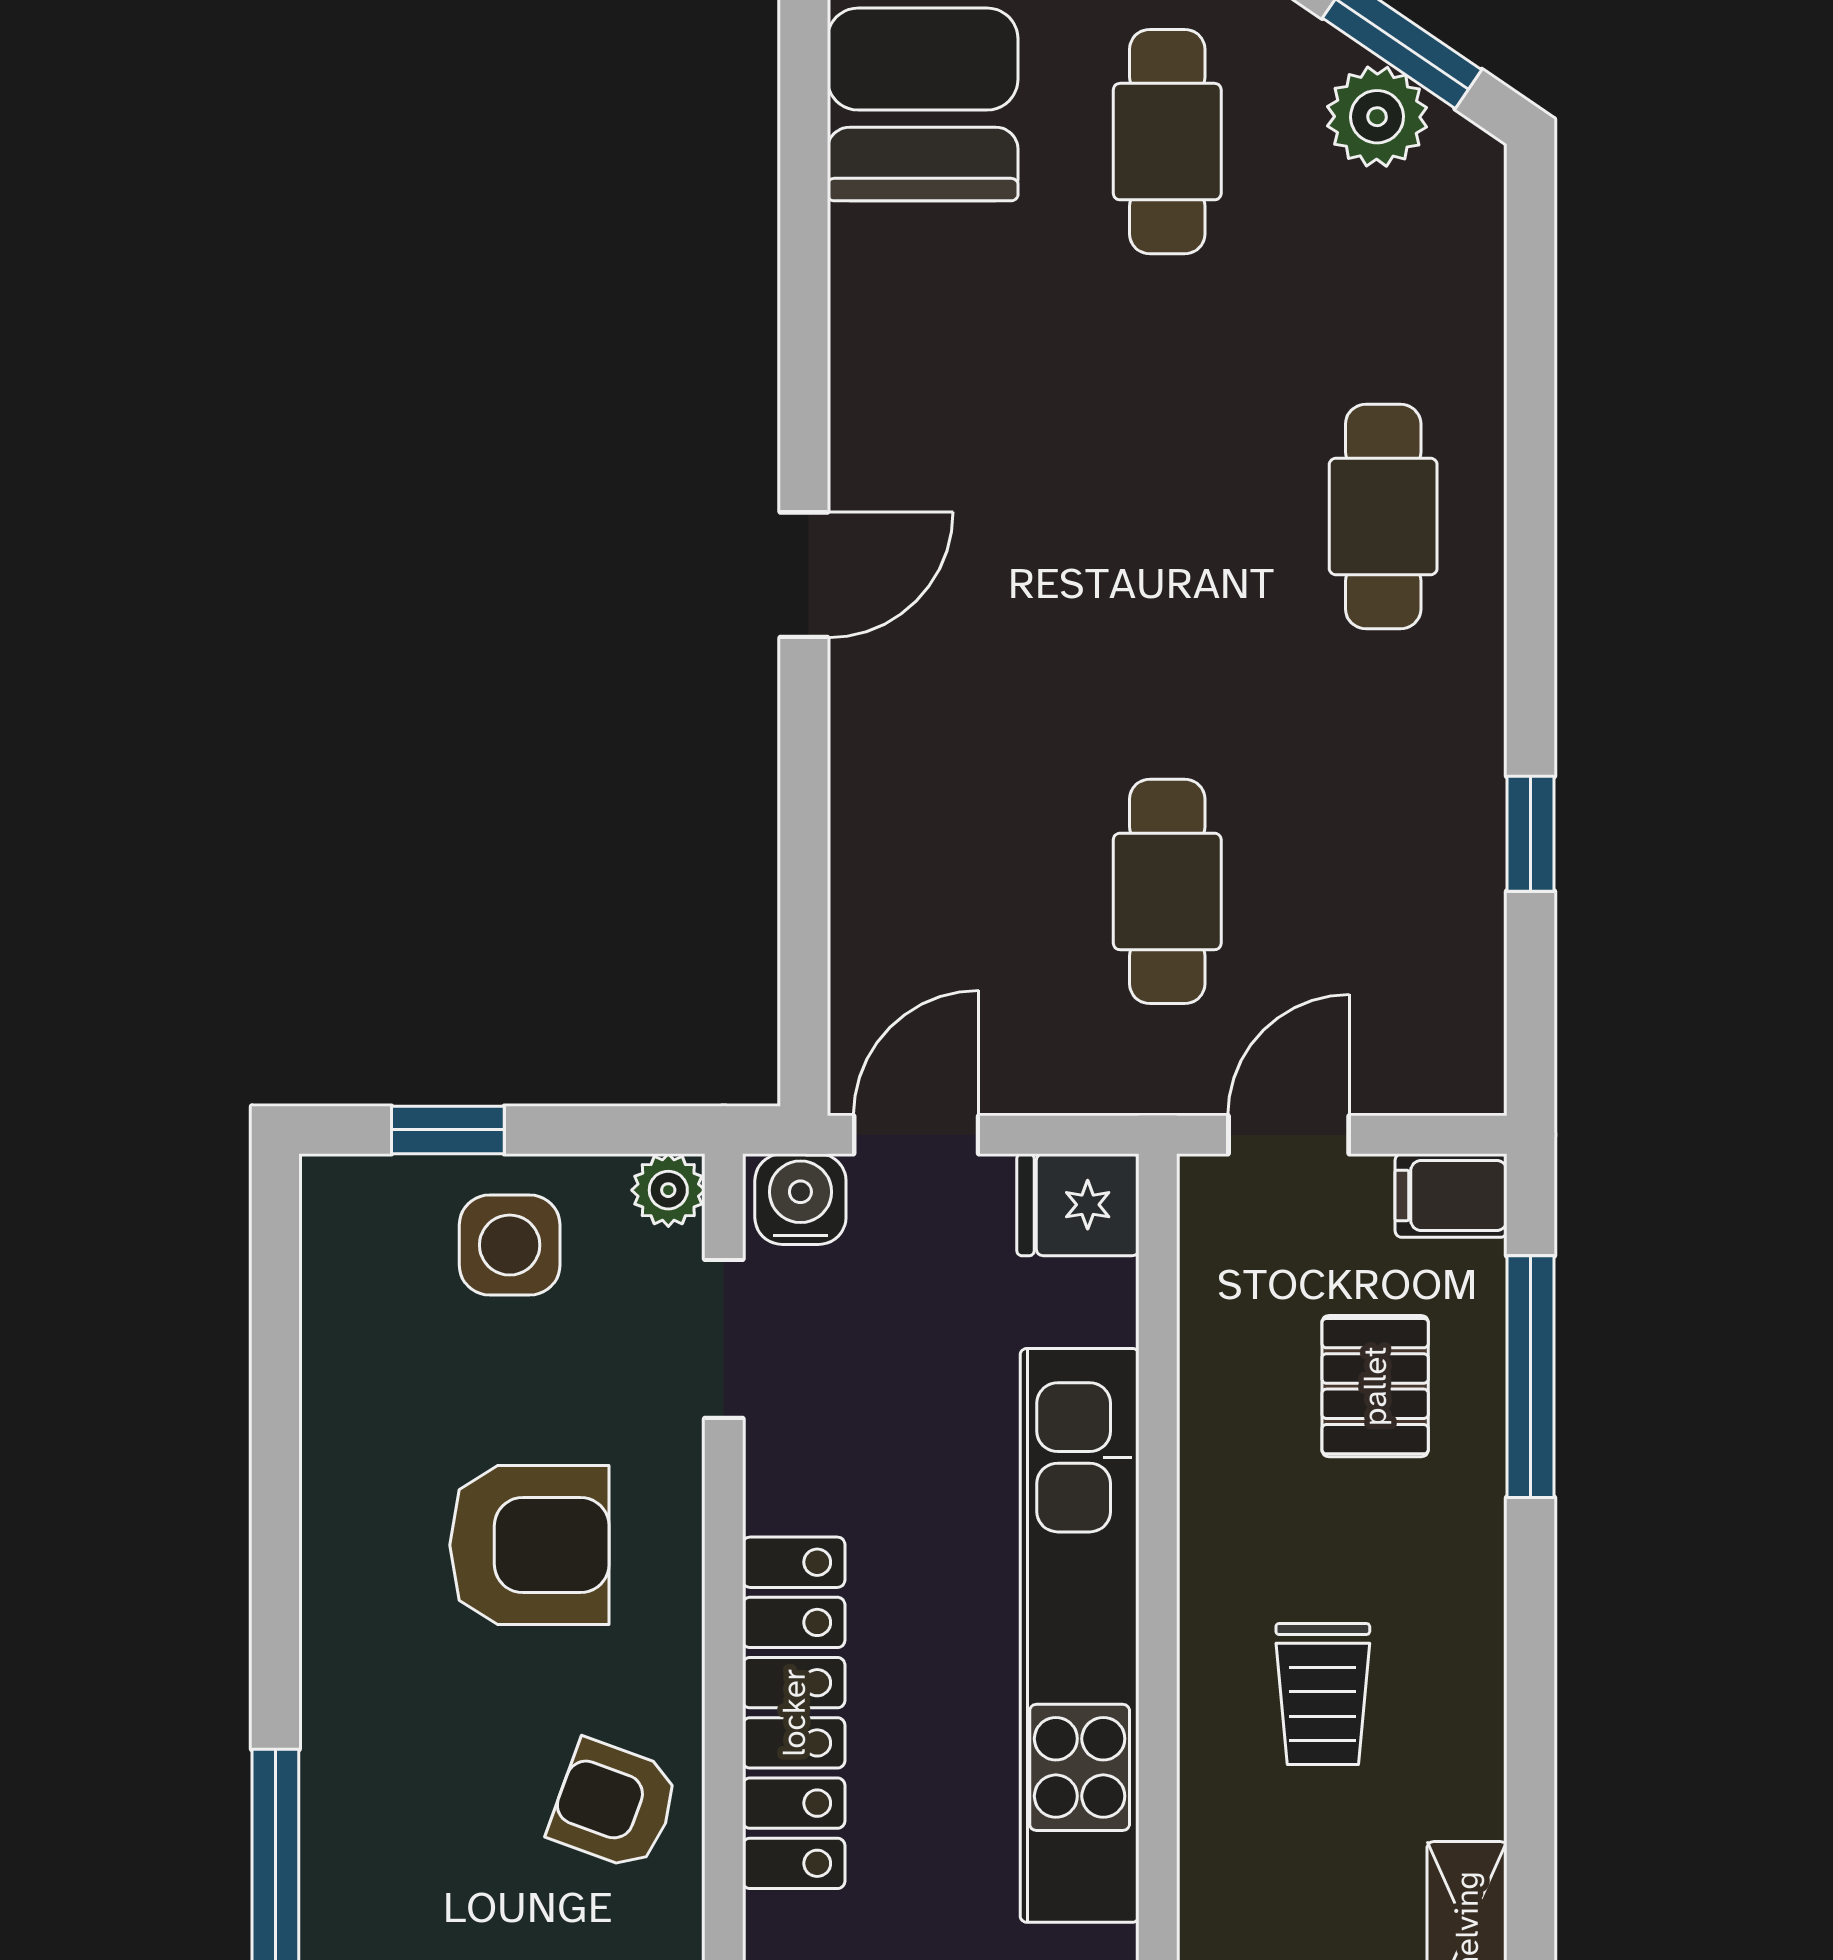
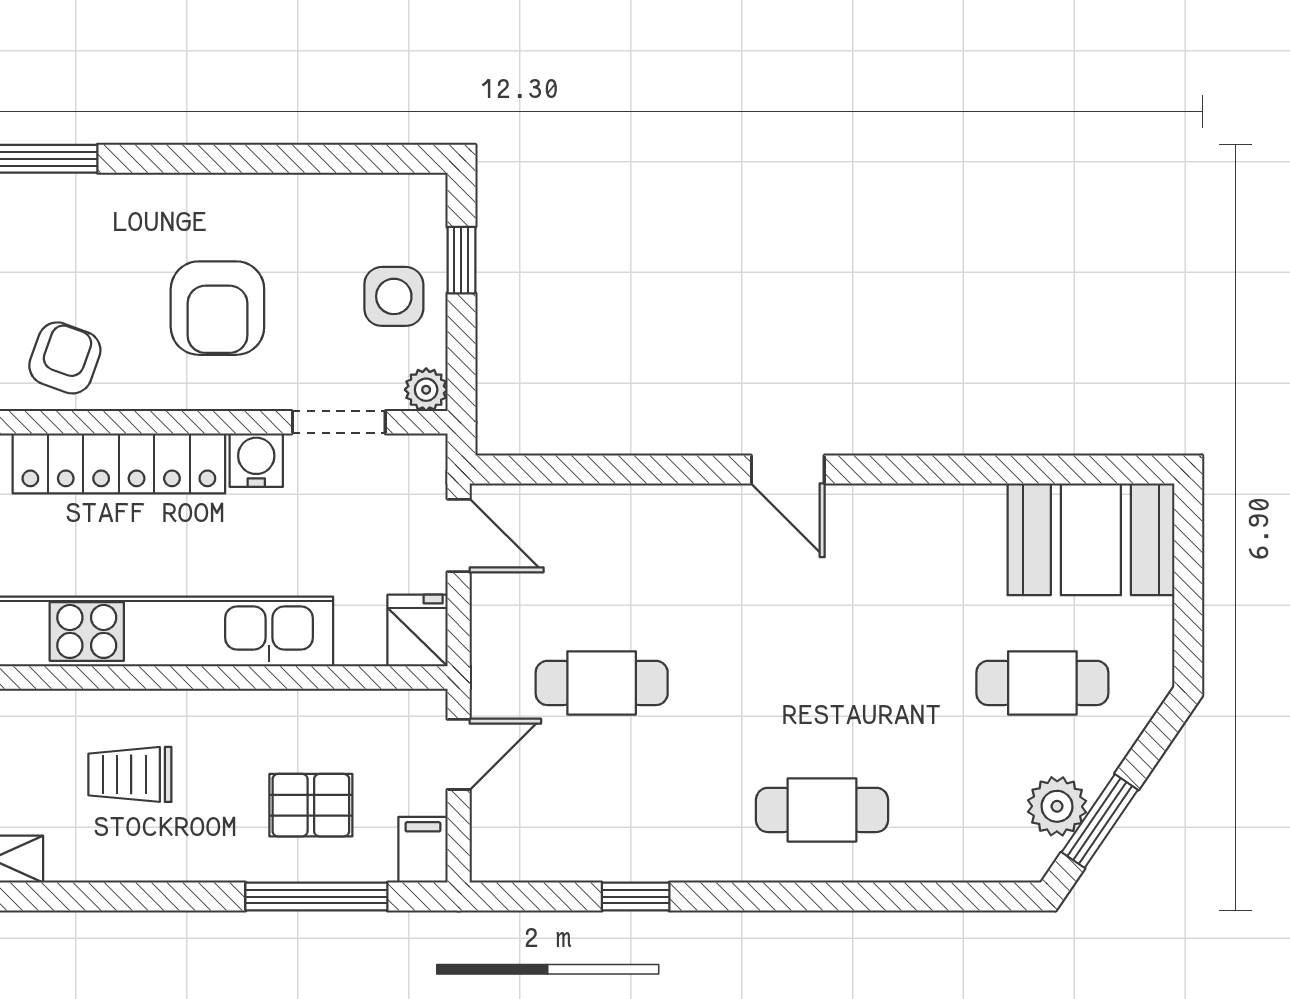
door: (1289, 1135) -> (459, 754), hinge flipped
water cooler: (800, 1199) -> (256, 460), moved, turned -90

